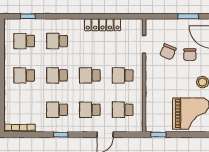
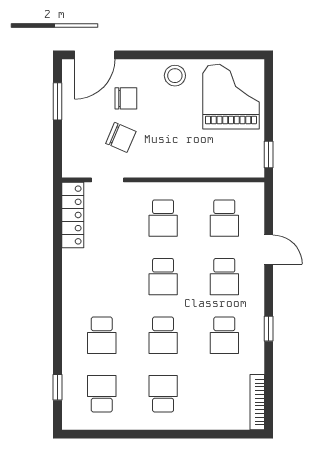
locker: (103, 25) -> (73, 215), moved
school desk: (24, 41) -> (102, 394), turned 180
school desk: (24, 75) -> (163, 394), turned 180

